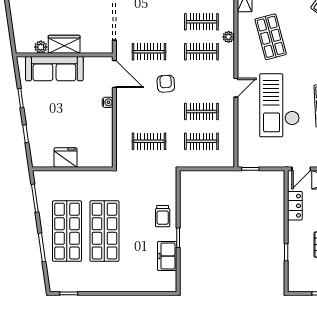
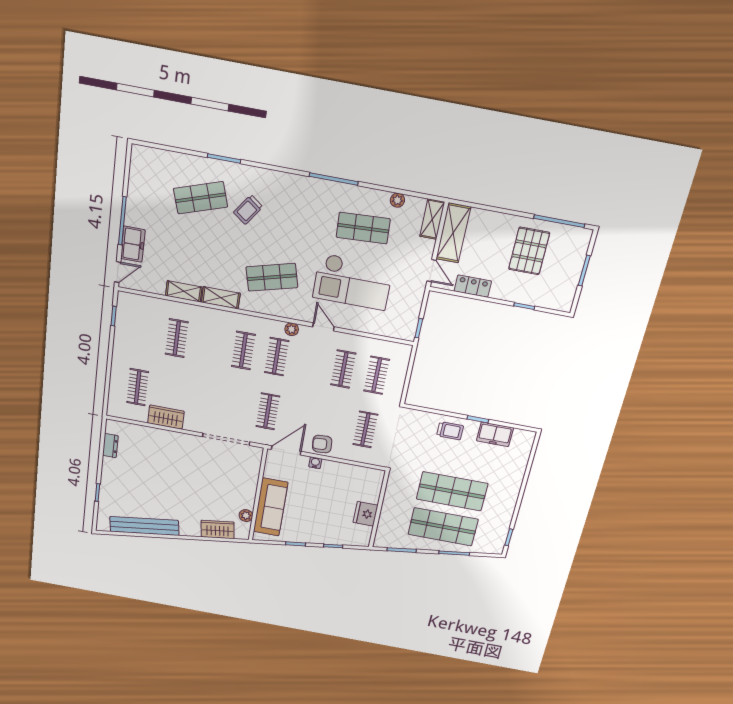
plant: (229, 37) -> (292, 329), moved
wardrobe: (64, 44) -> (218, 529), moved, turned 82
armchair: (166, 84) -> (322, 444), moved

